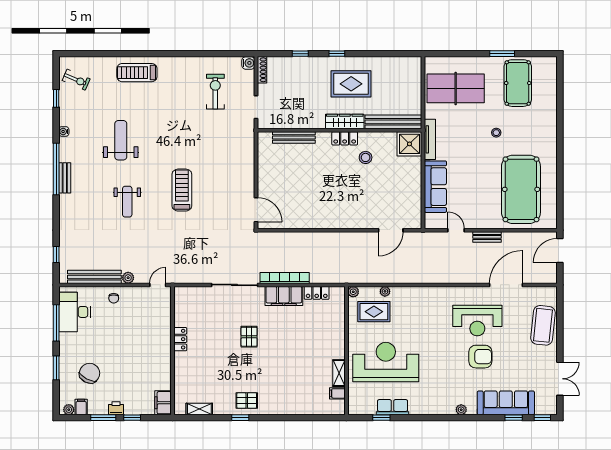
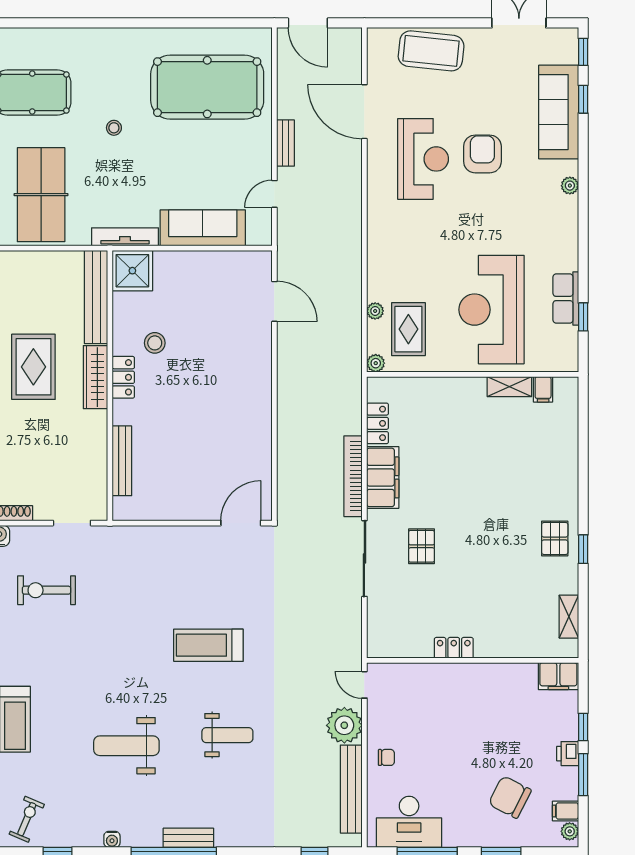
plant: (128, 278) -> (344, 725), width x1.88, depth x1.88
pallet: (249, 337) -> (422, 546), moved, turned 90

